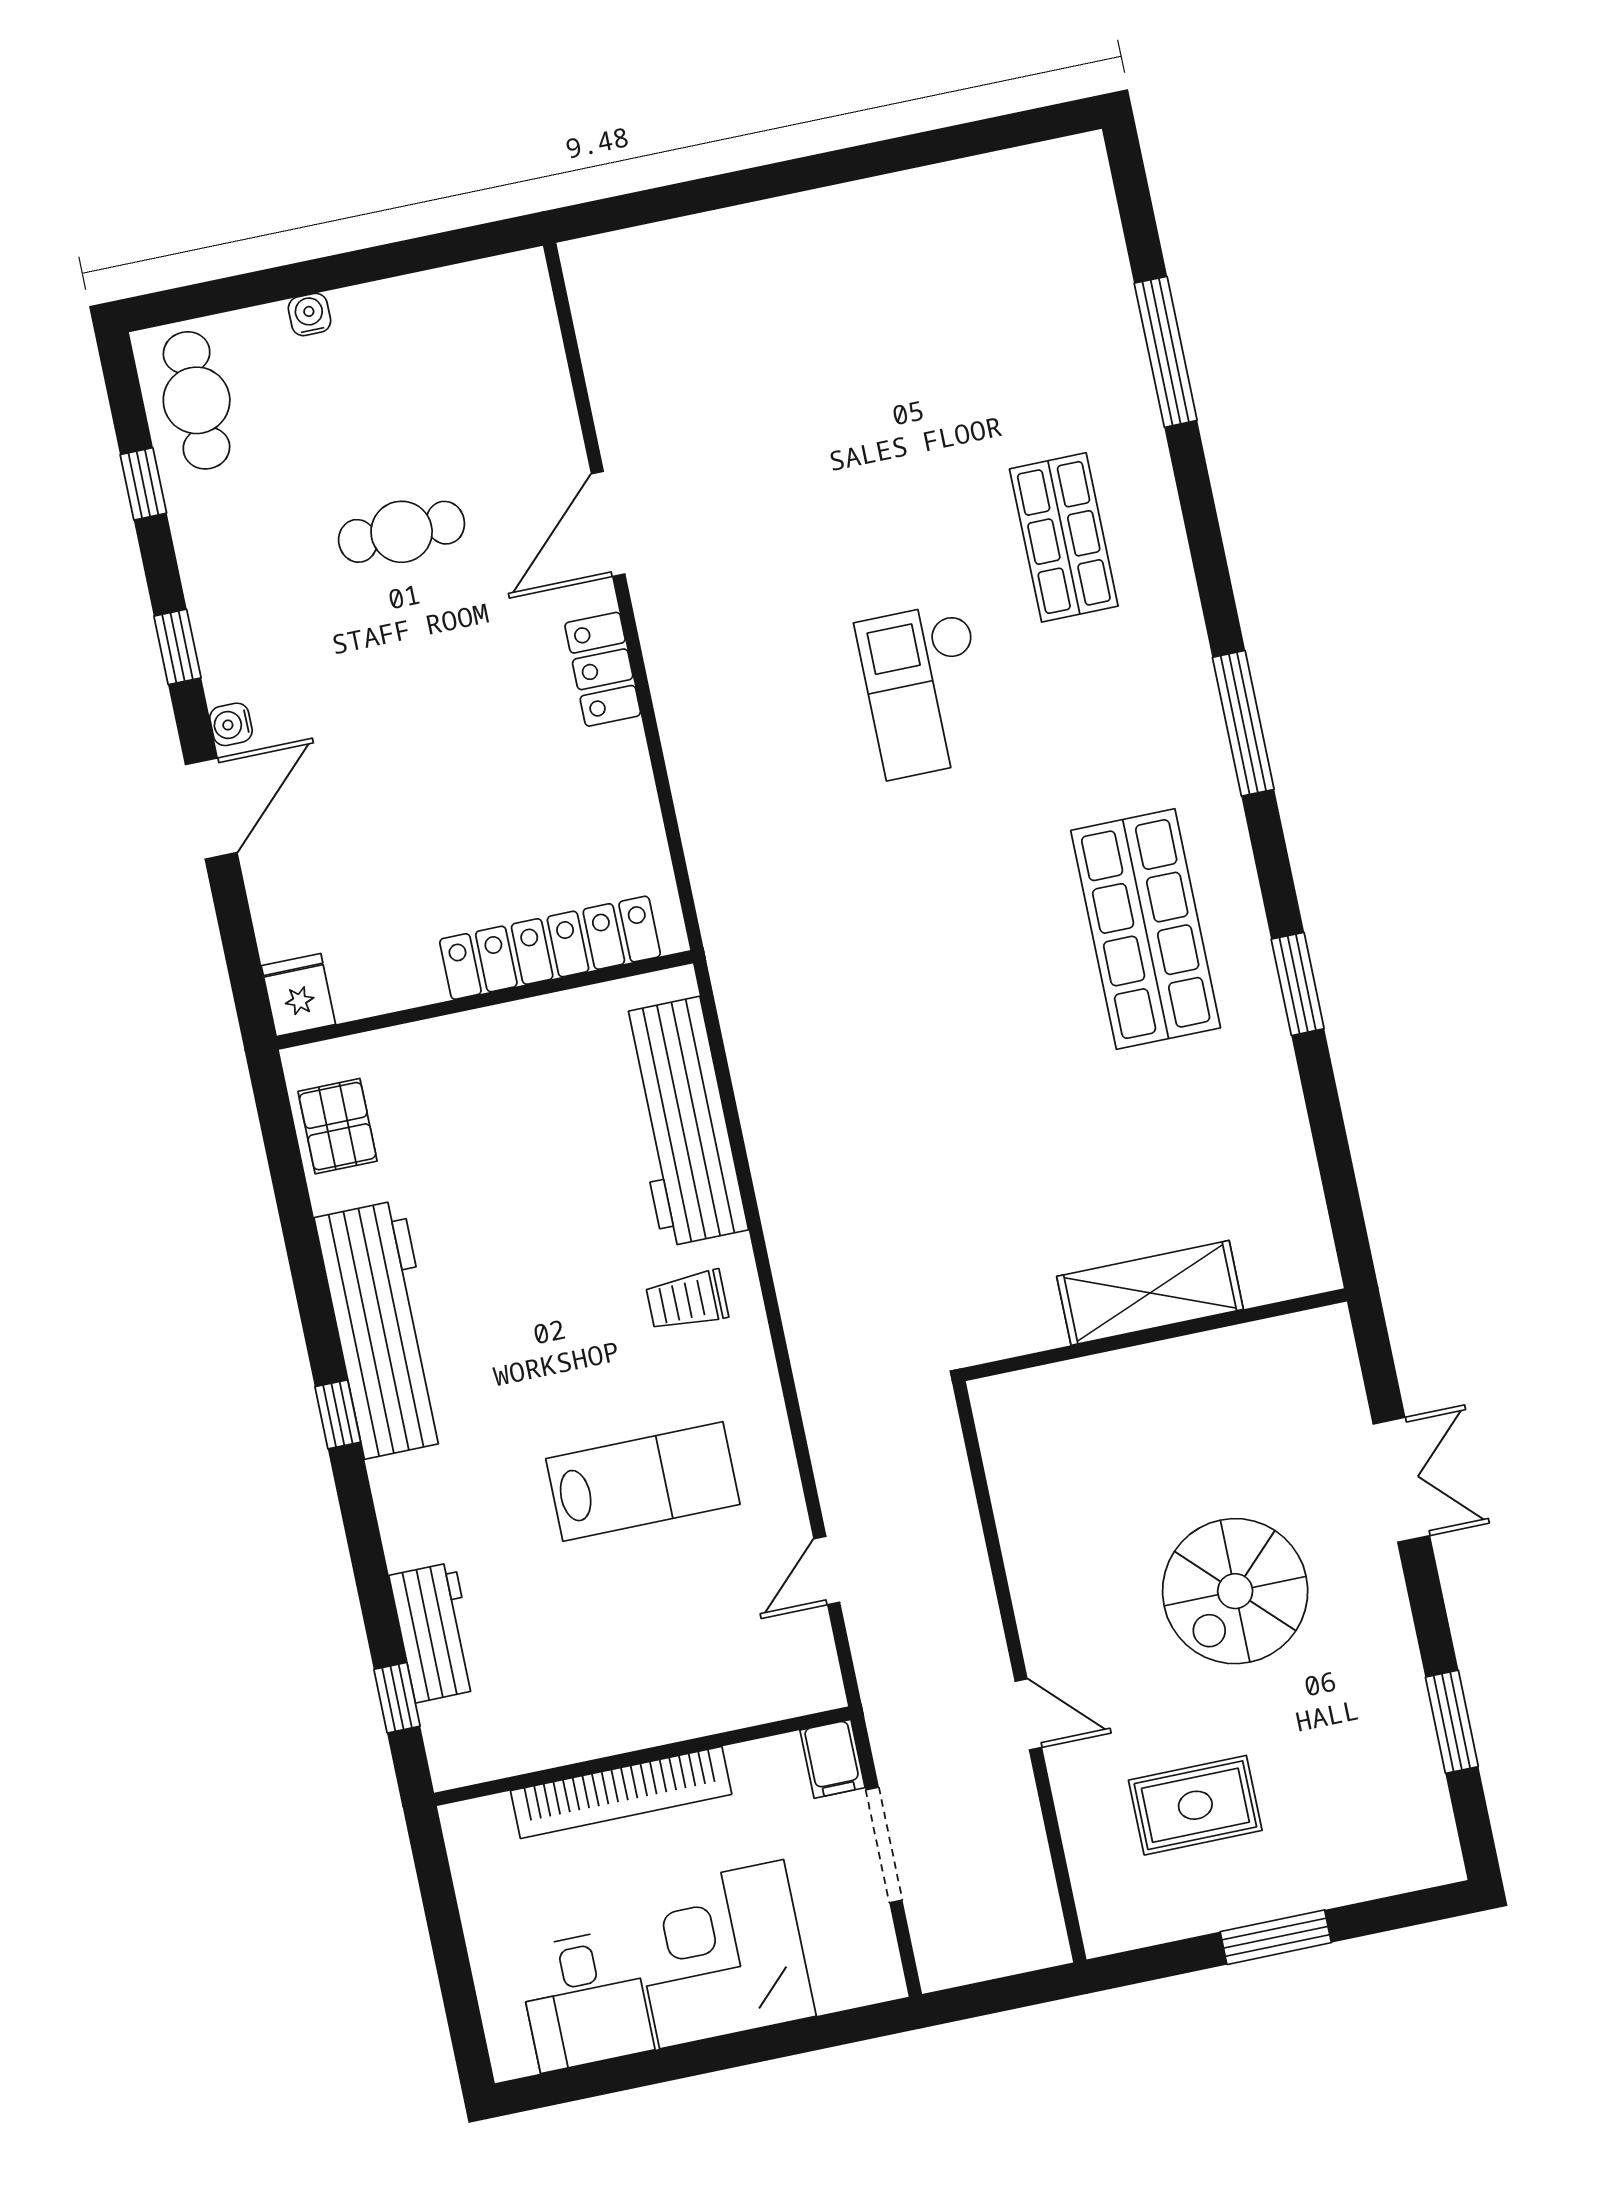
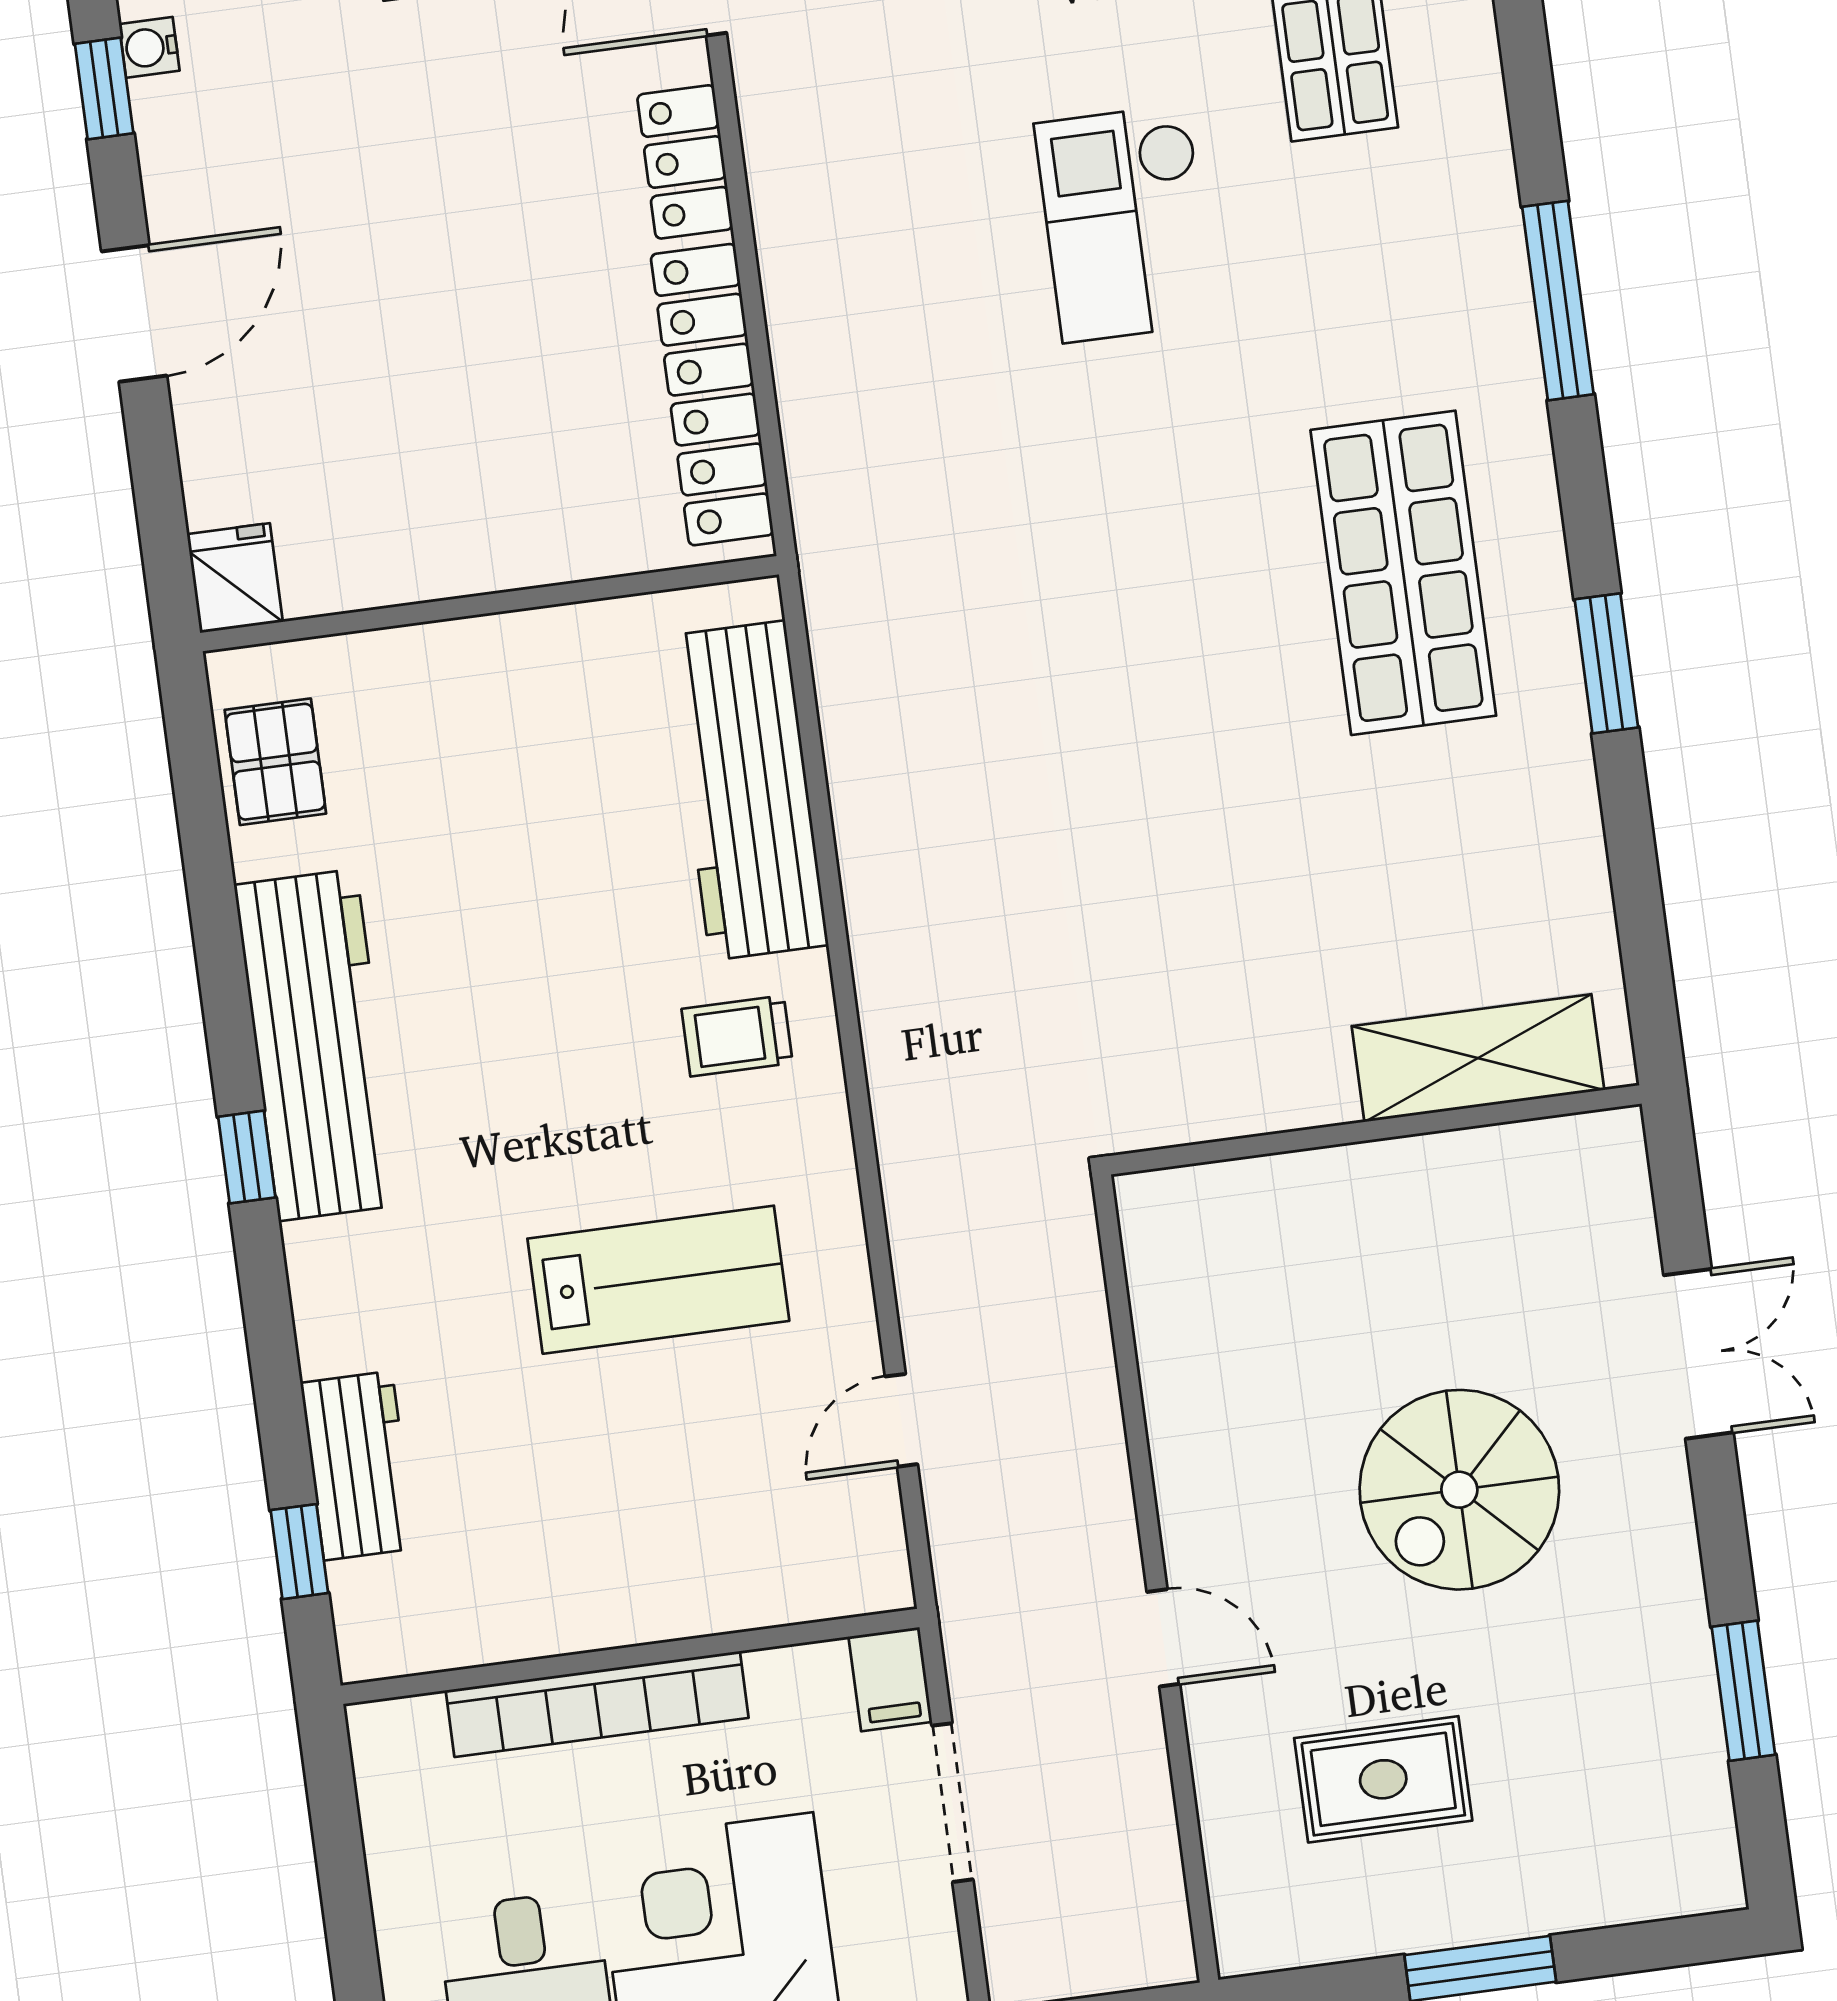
water cooler: (231, 724) -> (149, 47), moved
locker: (550, 948) -> (712, 395), moved, turned -90
shelving: (1150, 1293) -> (1478, 1058), moved

